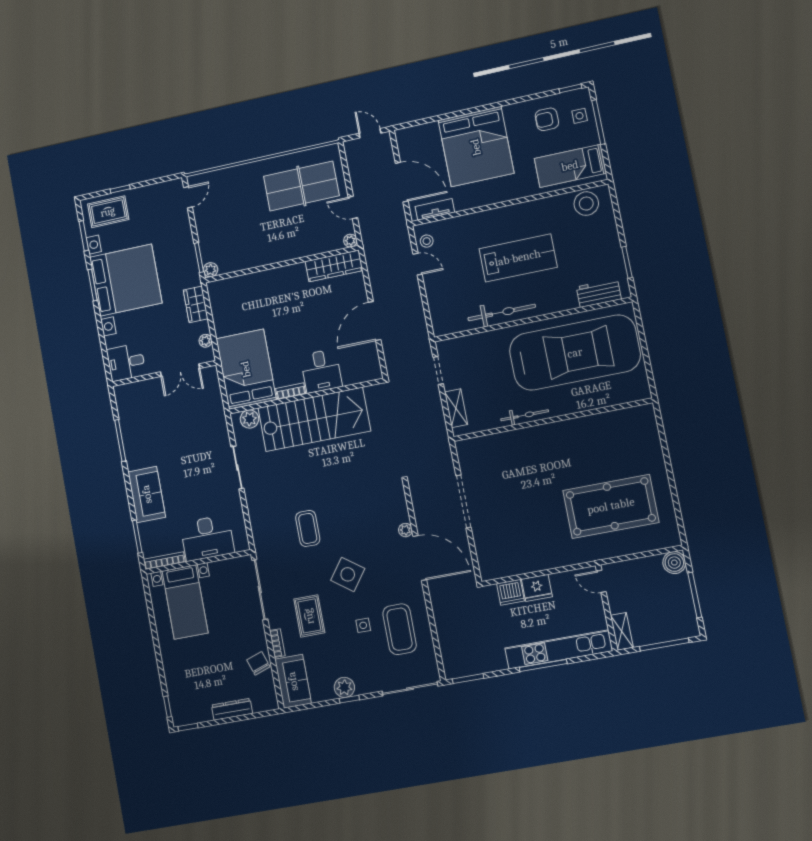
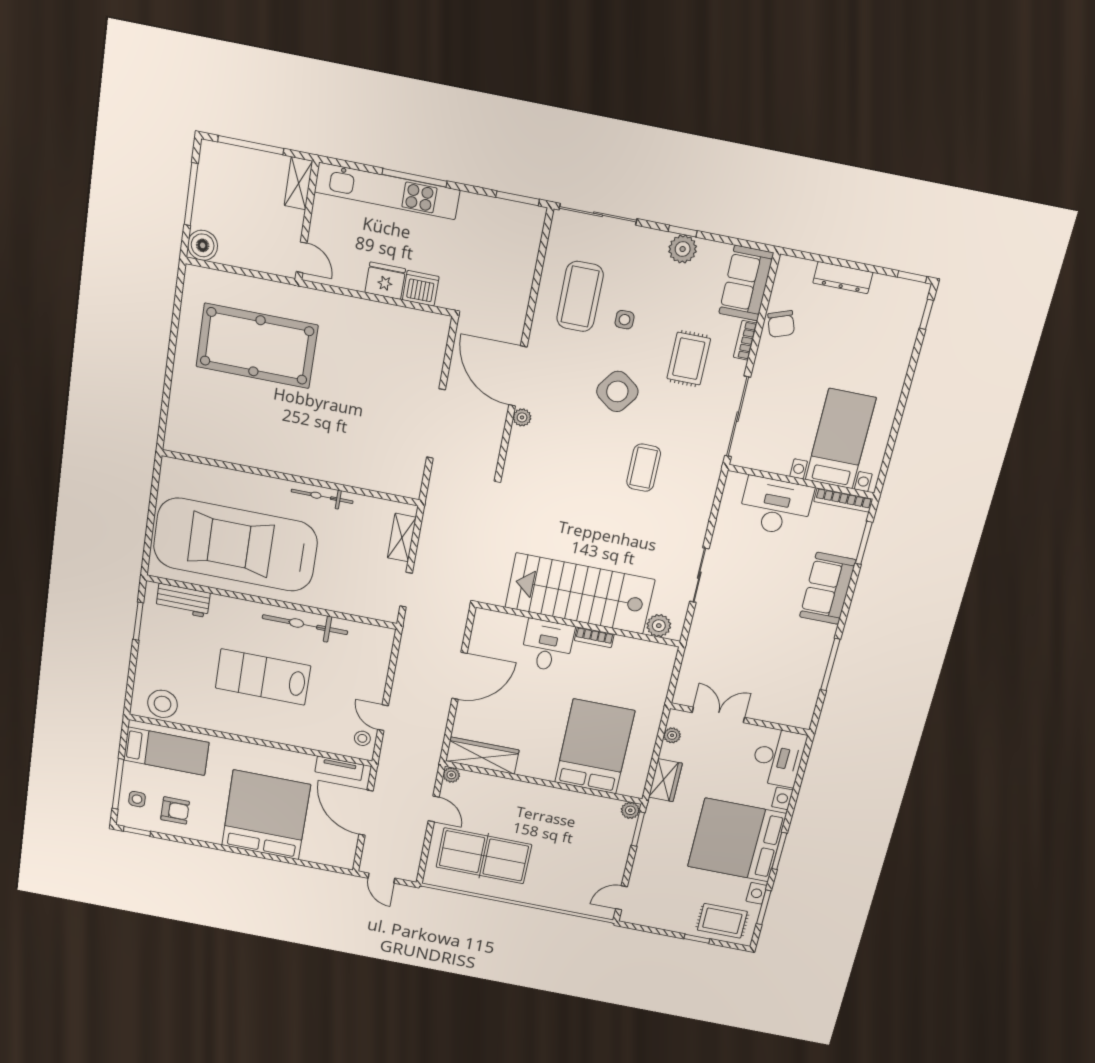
desk: (126, 362) -> (778, 757), width x1.37
bed: (246, 369) -> (595, 747), moved, turned 180

